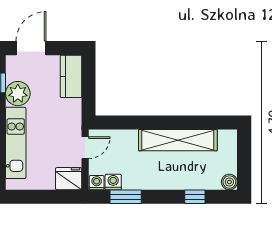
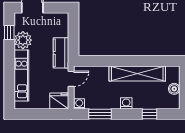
kitchen counter: (71, 76) -> (61, 53), moved
washing machine: (113, 182) -> (126, 103), moved
boiler: (229, 182) -> (174, 89), moved

